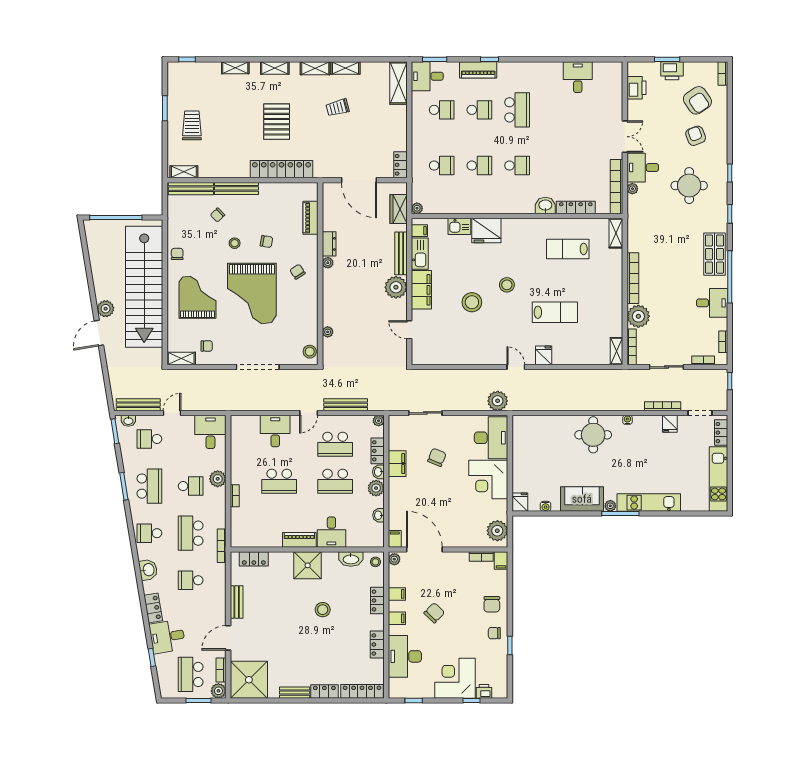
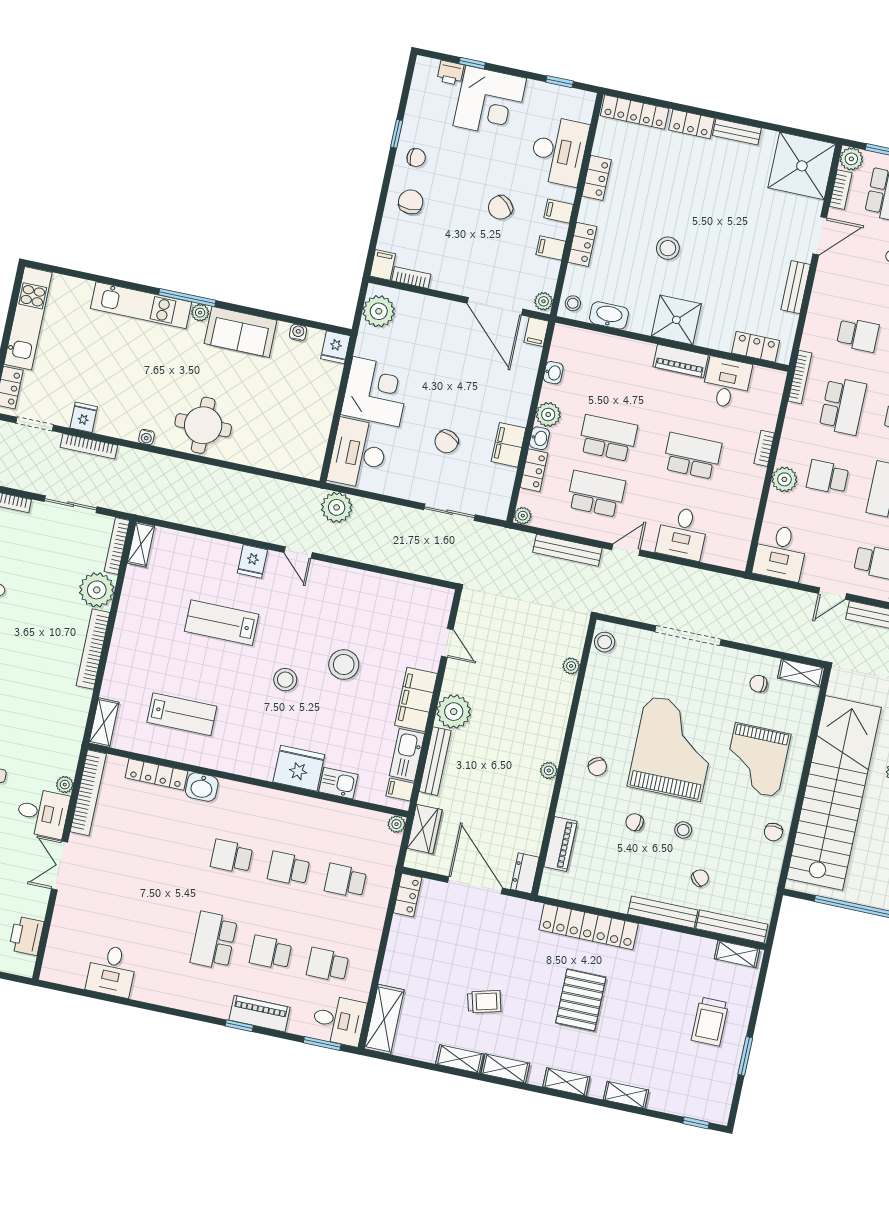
dresser: (329, 244) -> (525, 873), moved
desk: (331, 532) -> (727, 383), moved

